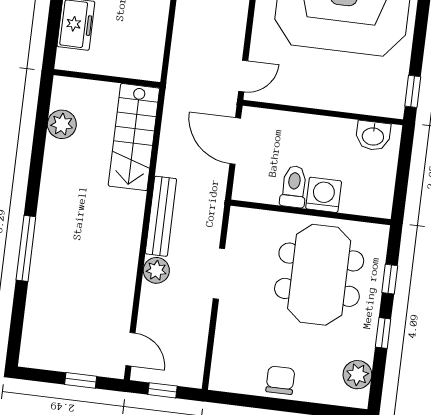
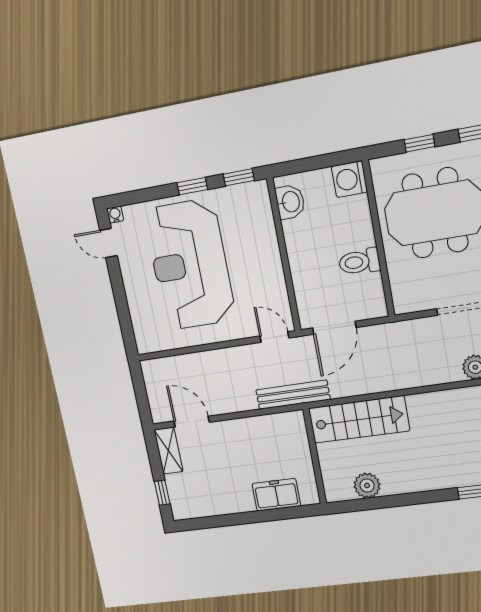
window: (419, 41) -> (192, 186), added
washing machine: (324, 195) -> (349, 179), moved
bench: (161, 216) -> (293, 395), moved

